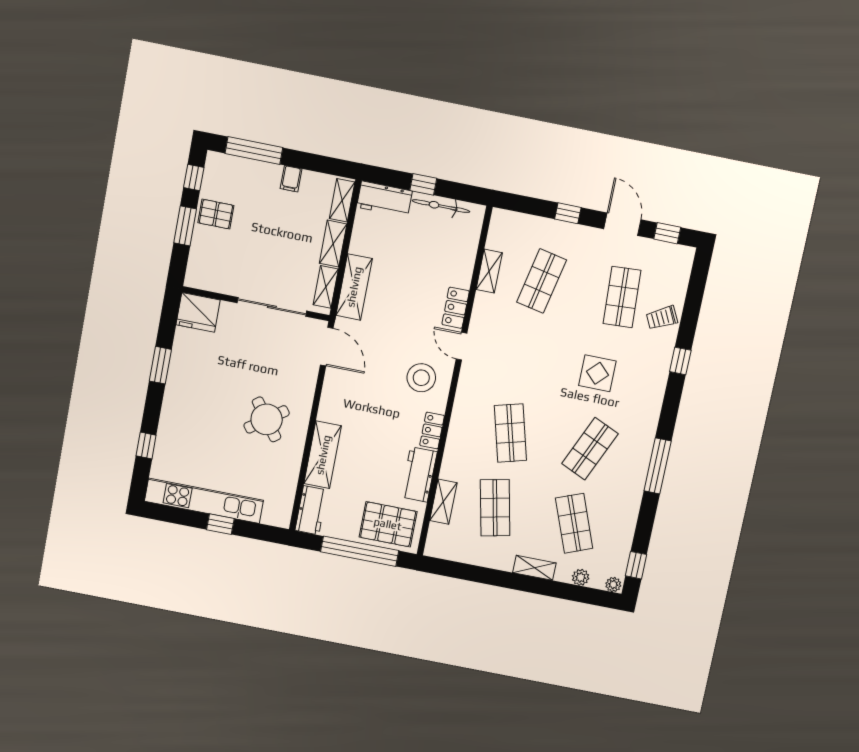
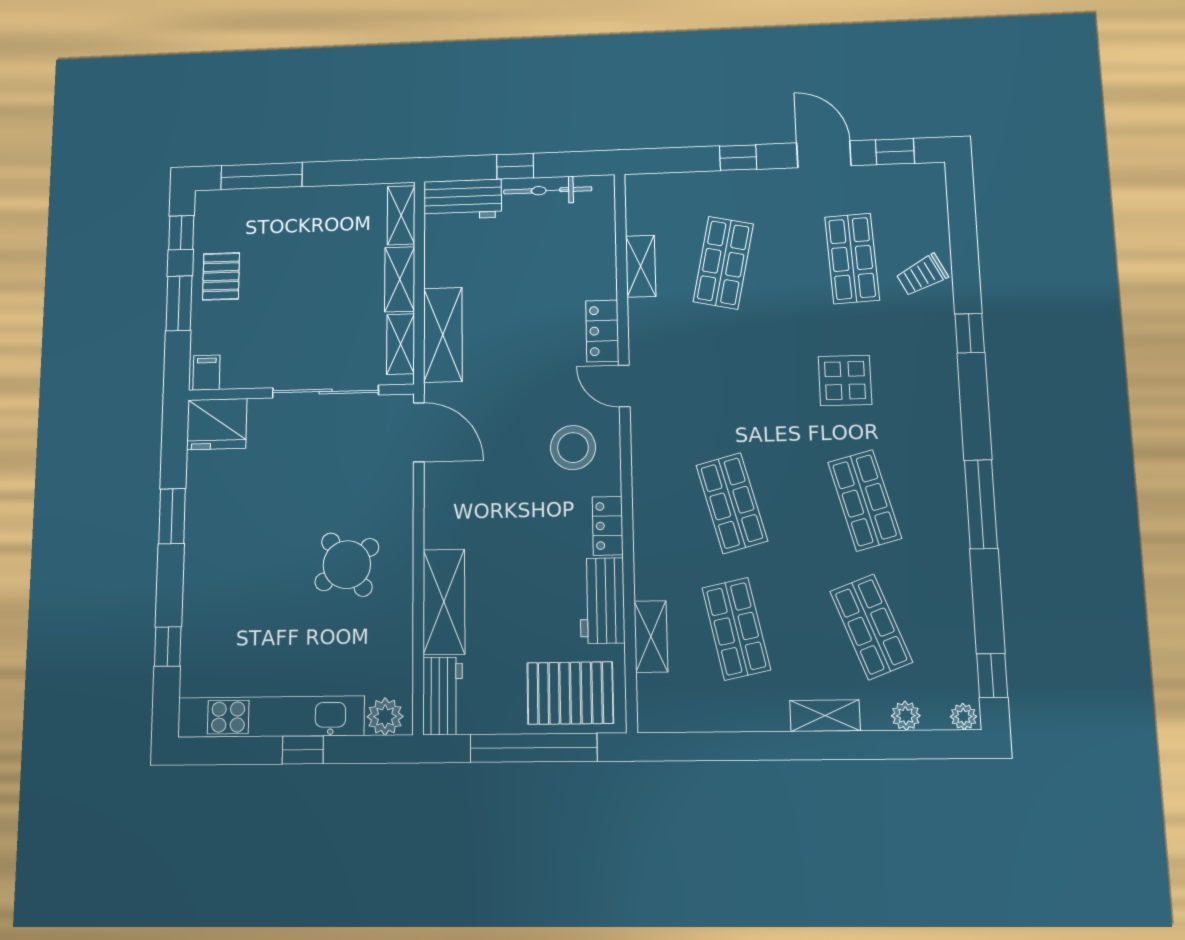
filing cabinet: (291, 179) -> (206, 373), moved, turned 180
pallet: (216, 214) -> (221, 276), turned 90
shop shelf: (590, 449) -> (865, 500), turned -39
plant: (274, 515) -> (385, 717), added

